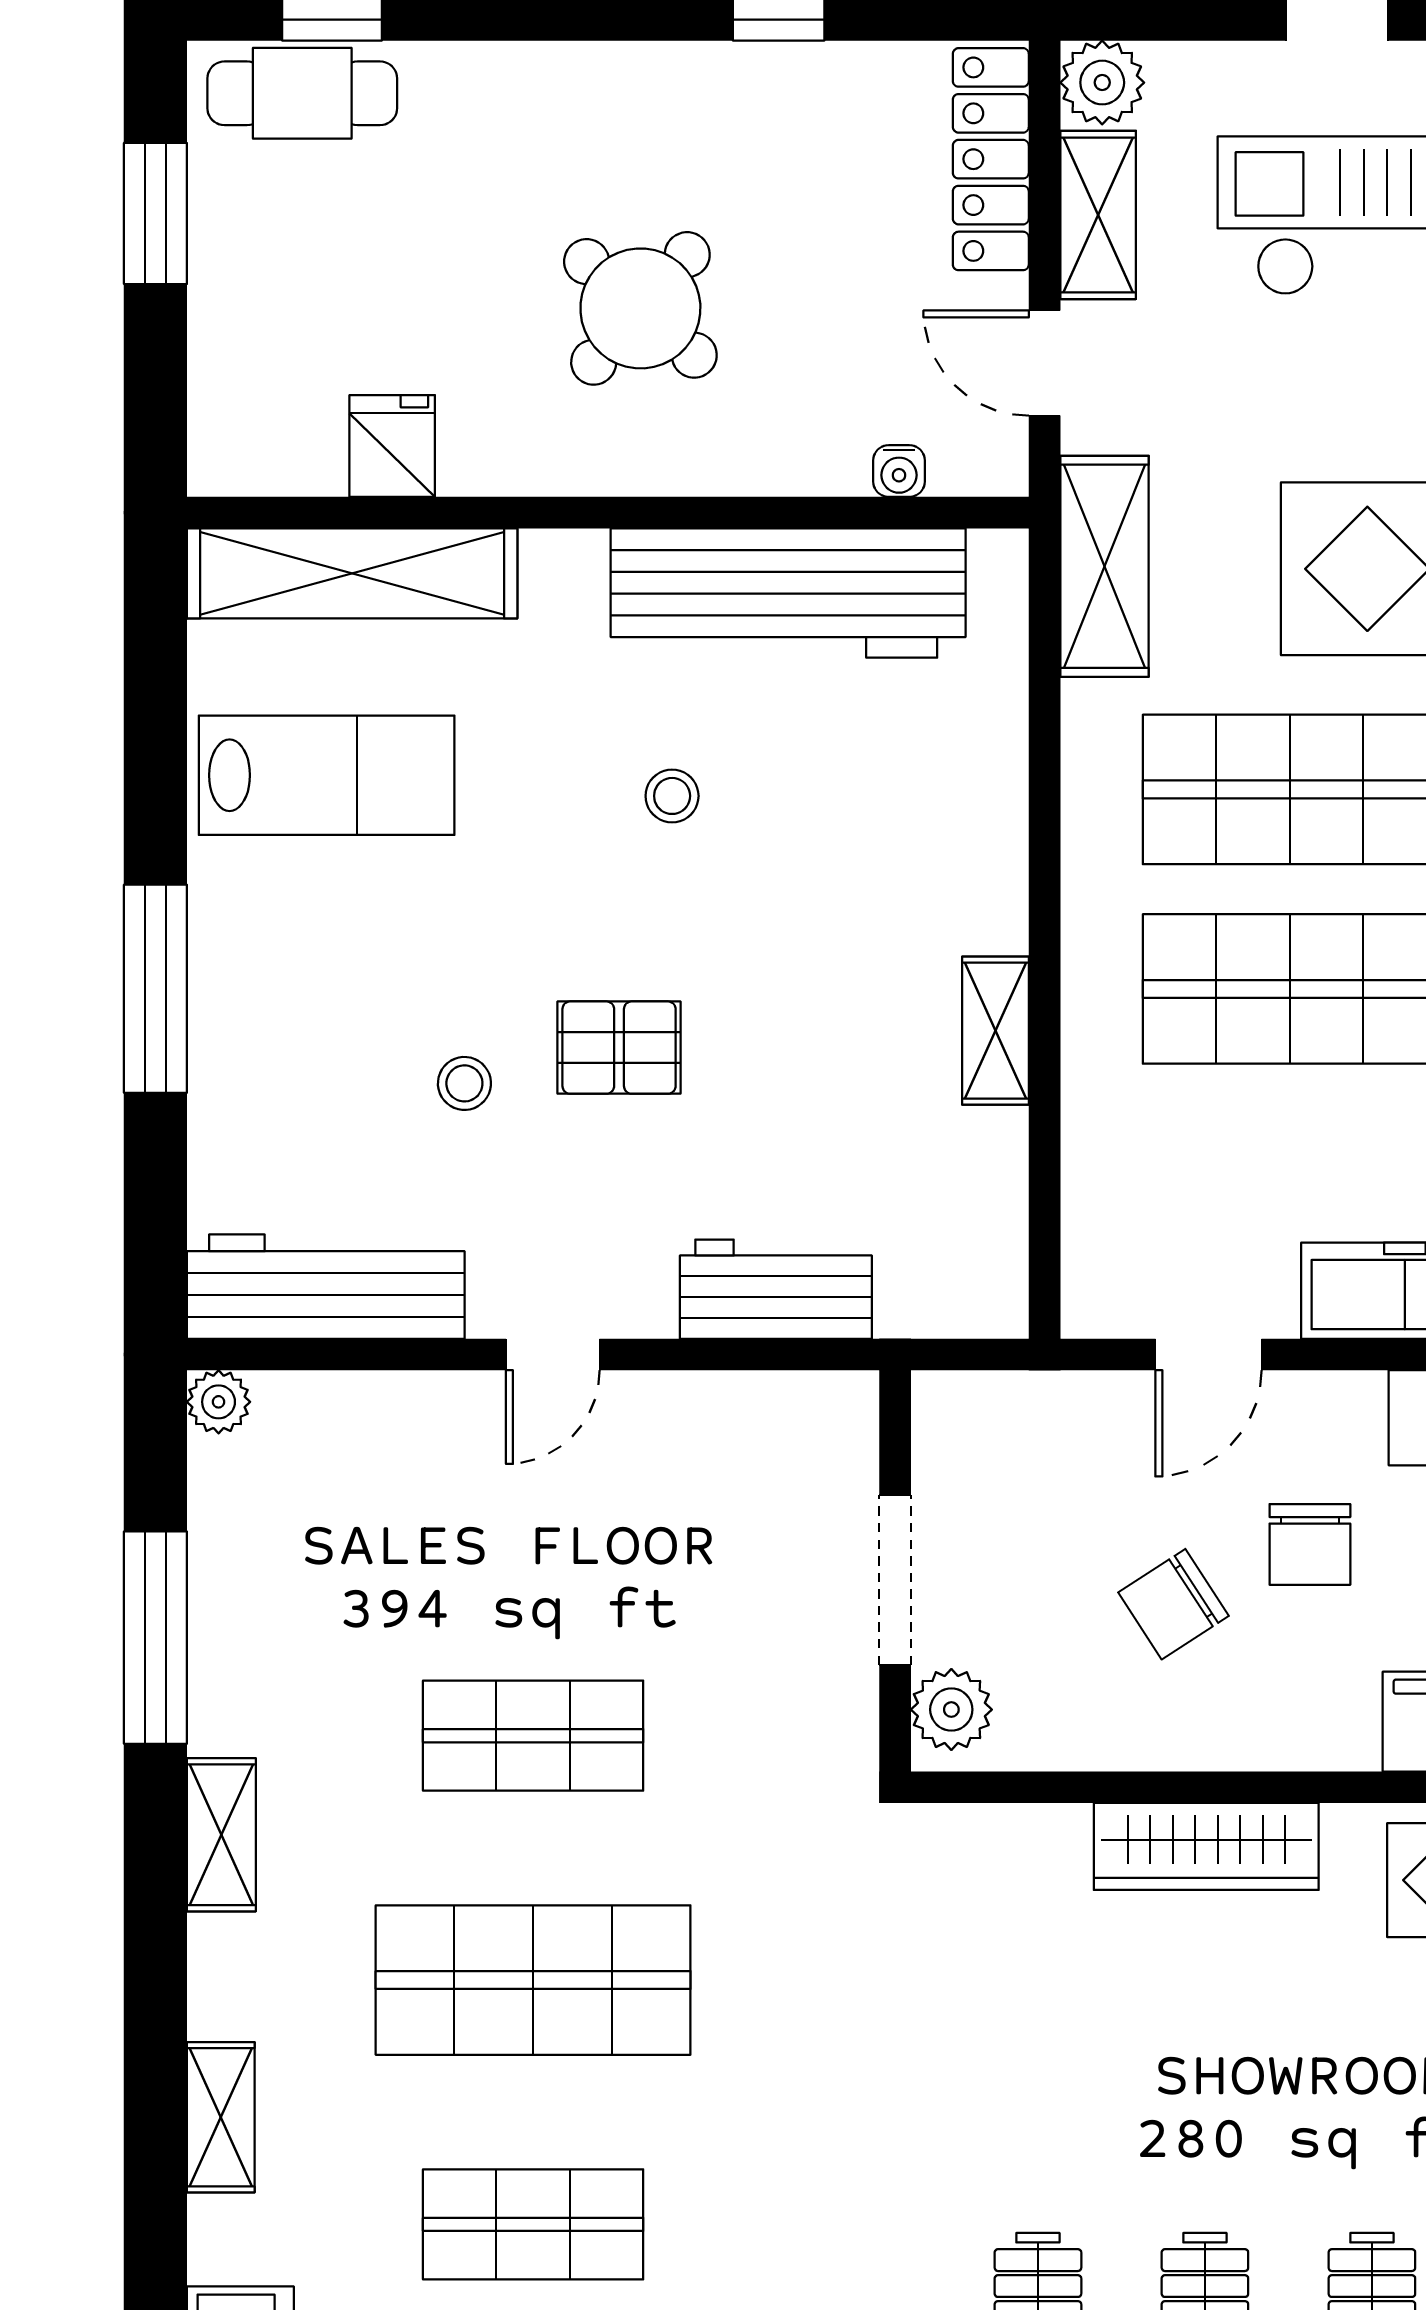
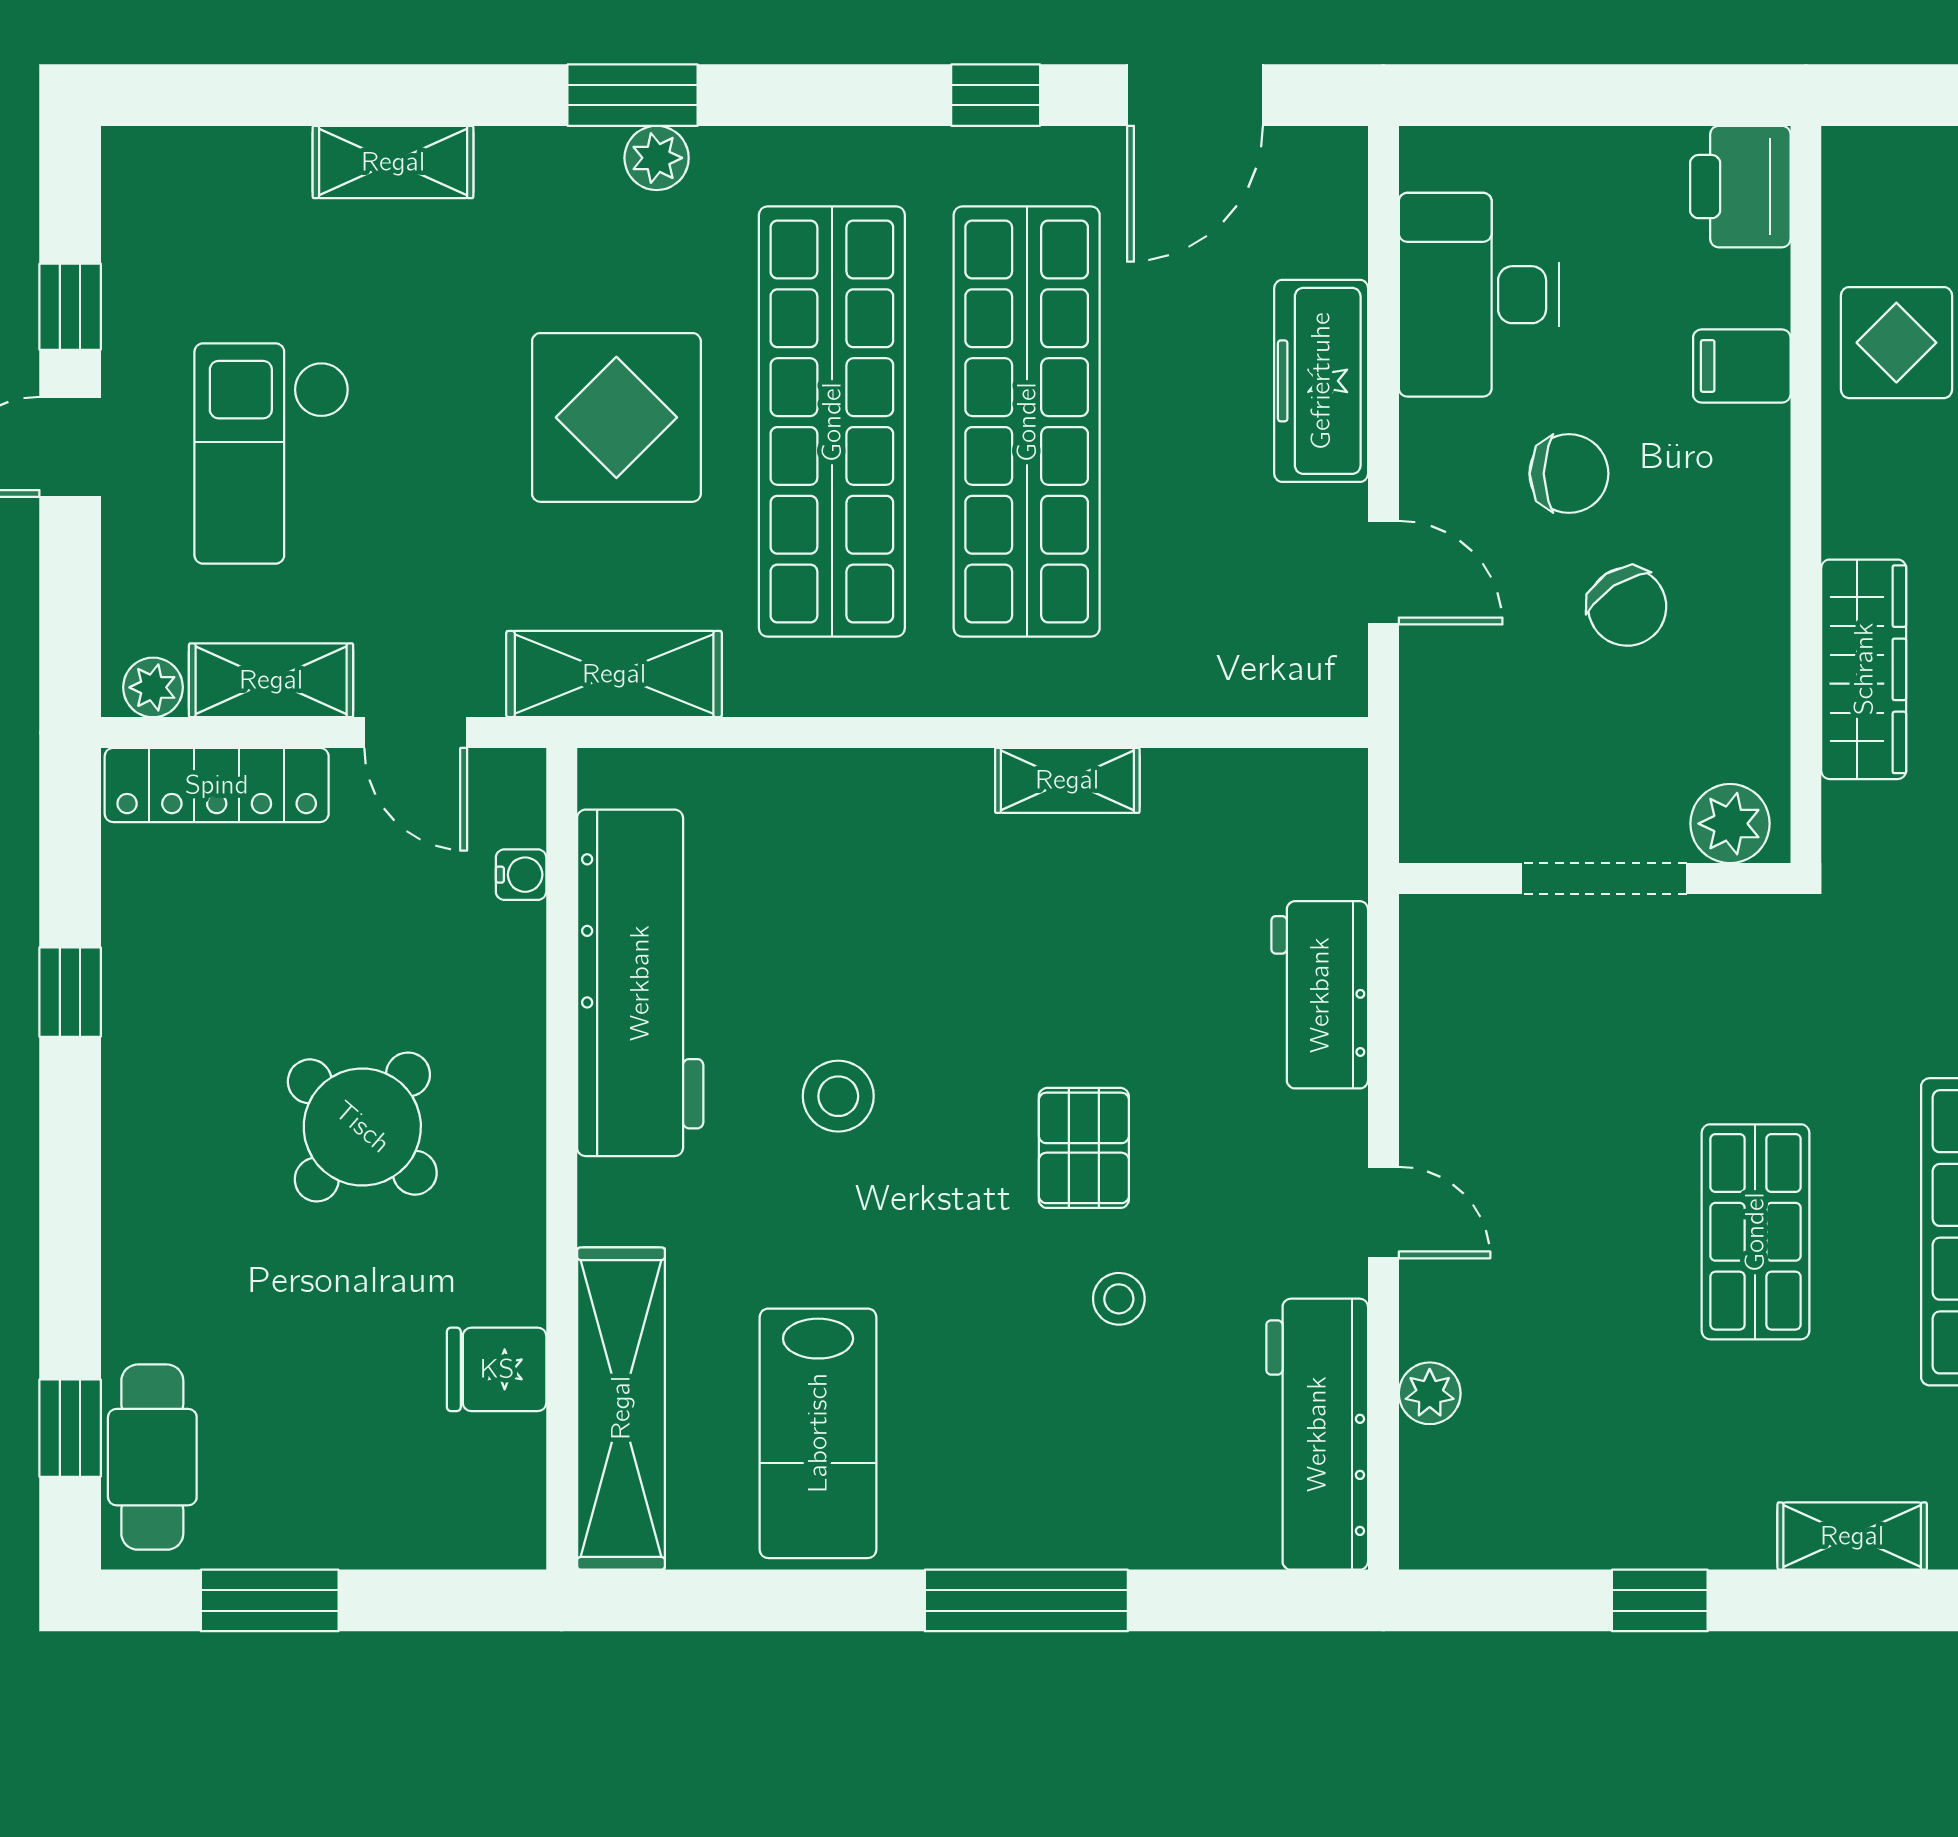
plant: (1102, 83) -> (153, 687), width x0.73, depth x0.73
door: (1045, 363) -> (416, 733), hinge flipped
lab bench: (327, 775) -> (818, 1433), turned 180
stool: (672, 796) -> (838, 1096), width x1.37, depth x1.37
plant: (219, 1402) -> (1430, 1393), moved
window: (155, 1638) -> (1660, 1600), width x0.46
wardrobe: (1206, 1846) -> (1864, 669), moved

